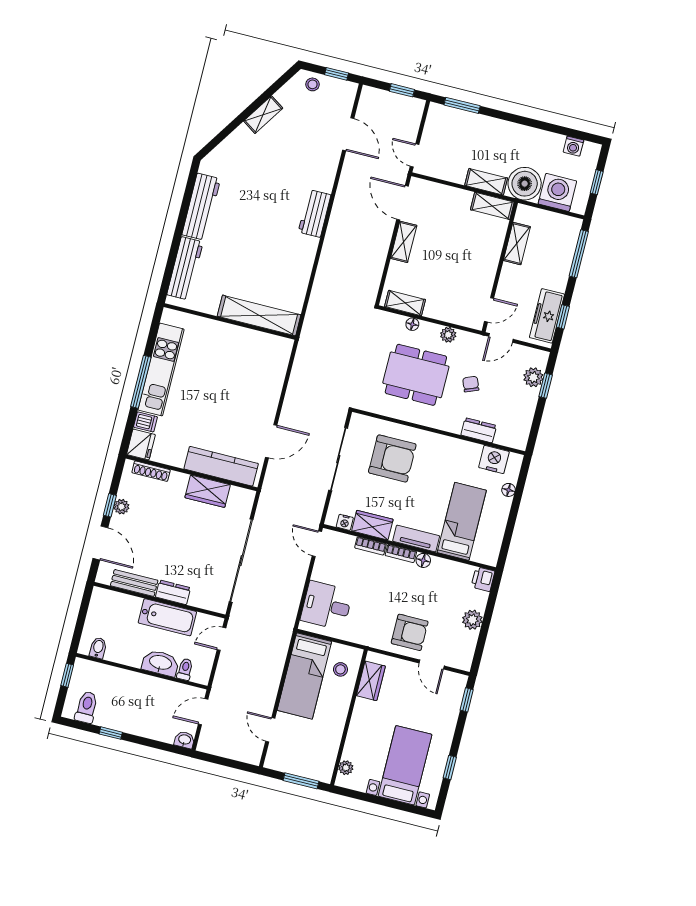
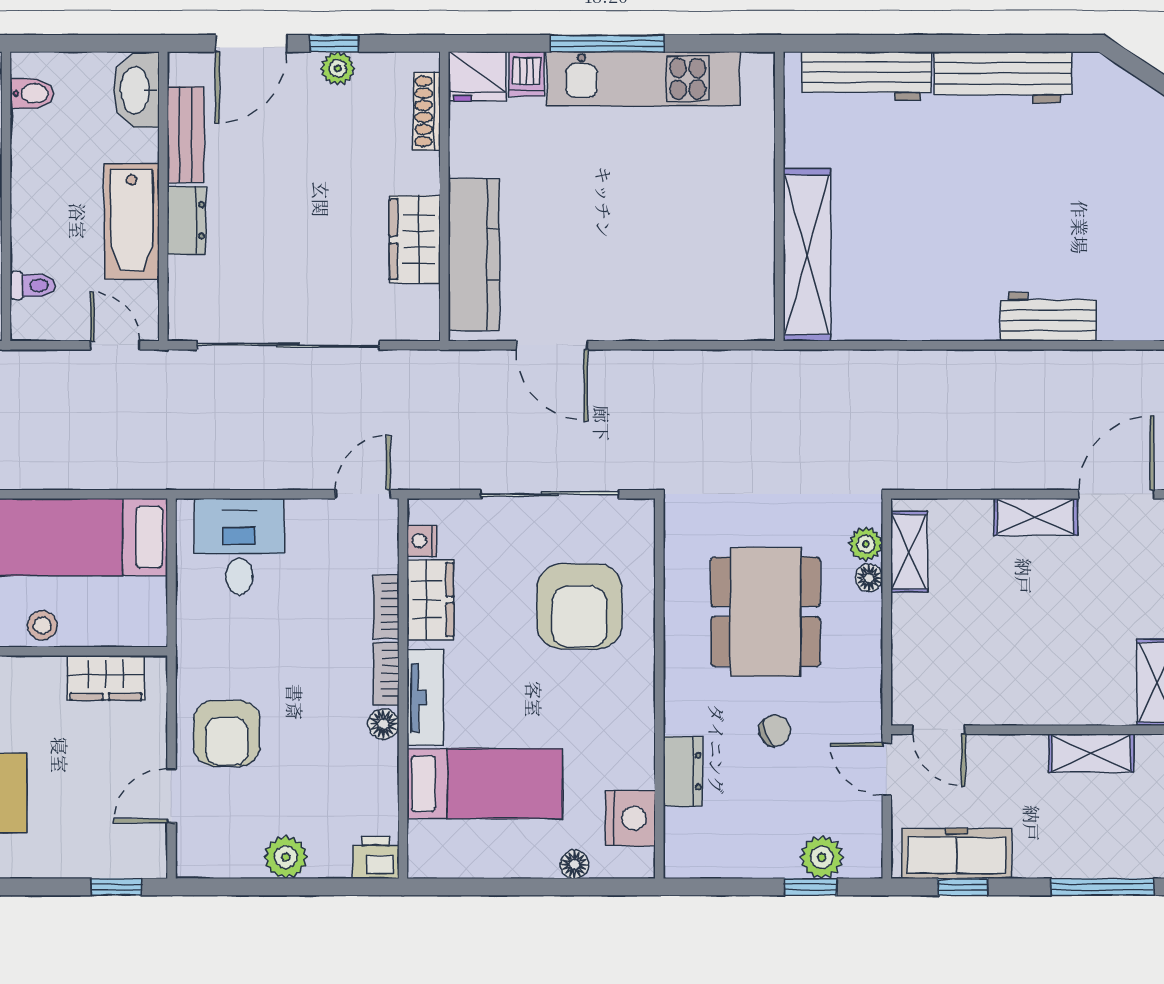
plant: (448, 335) -> (866, 544), moved
washbasin: (160, 663) -> (136, 90), moved, turned 180
stool: (340, 669) -> (42, 625), moved

